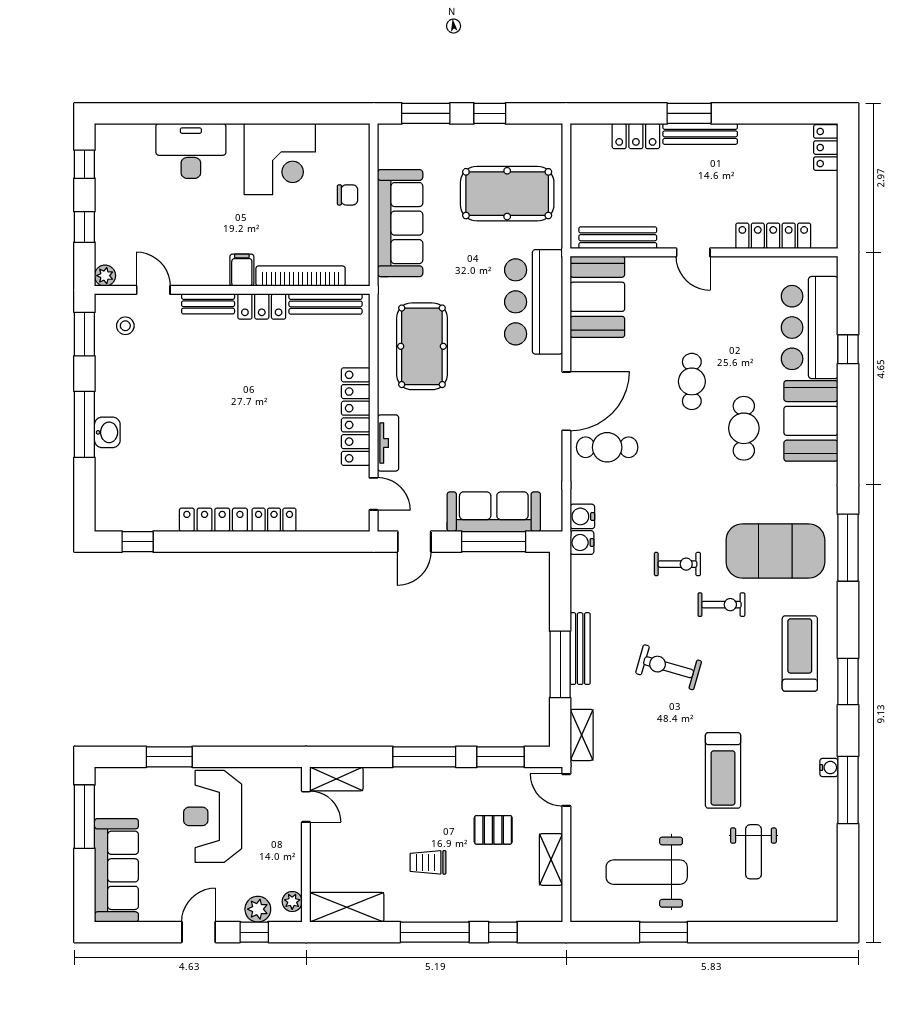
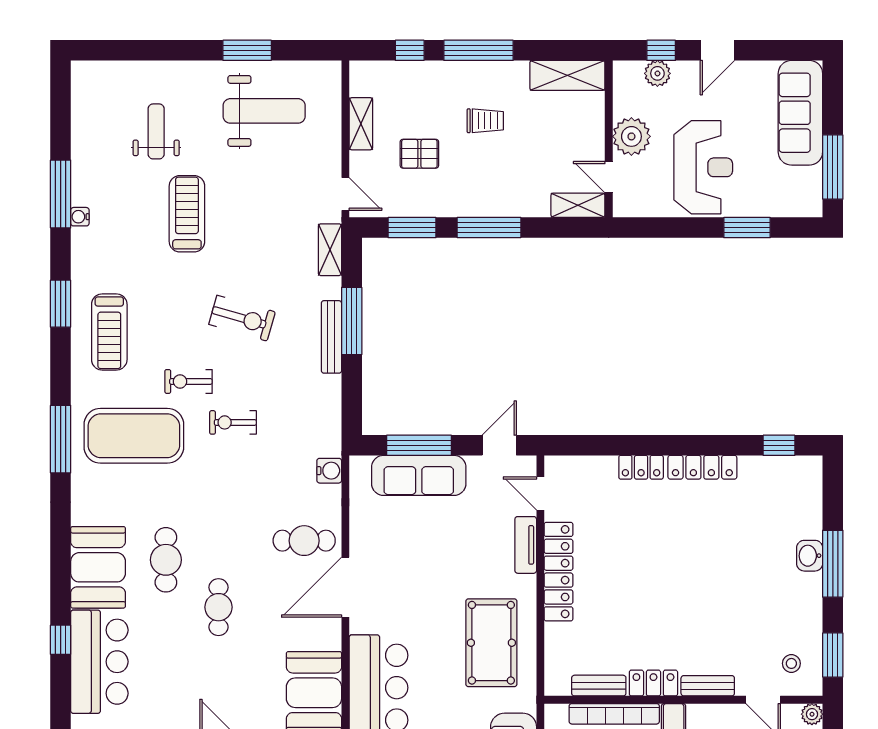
bench: (326, 304) -> (599, 686), width x0.73
water cooler: (582, 543) -> (330, 444), removed
plant: (292, 902) -> (631, 136), moved, width x1.88, depth x1.88

